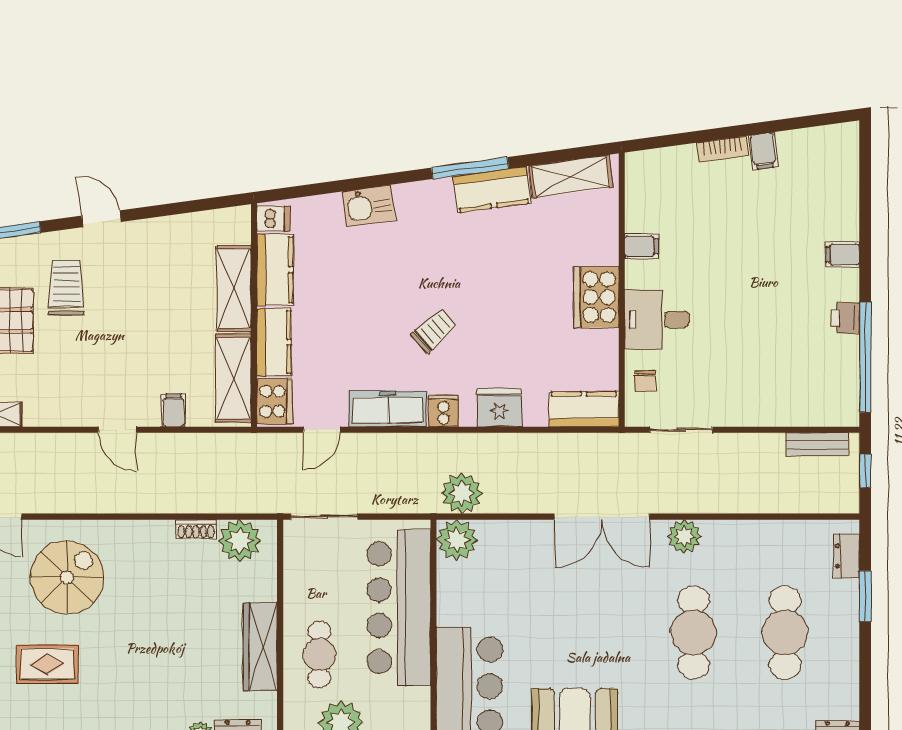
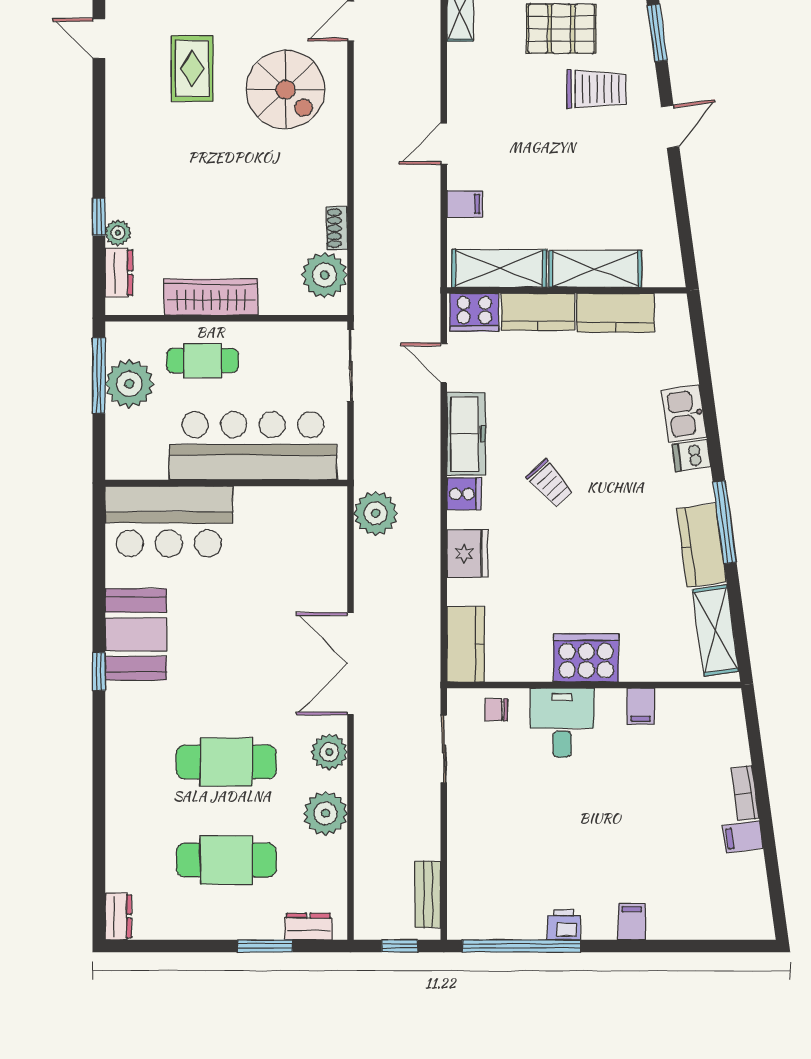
dishwasher: (273, 219) -> (691, 456), moved, turned 82
plant: (457, 540) -> (325, 813), moved

